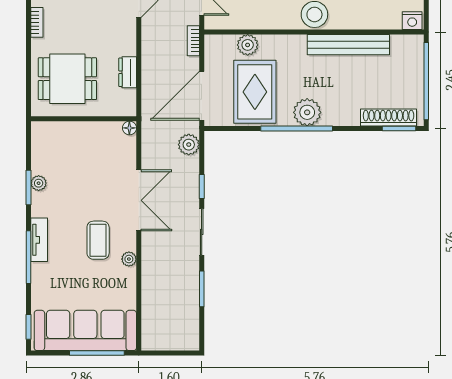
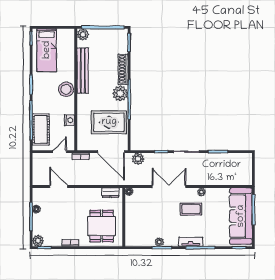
nightstand: (412, 21) -> (69, 120), moved
plant: (248, 45) -> (83, 35), moved
dresser: (128, 72) -> (110, 193), moved
shoe rack: (389, 118) -> (123, 69), moved

